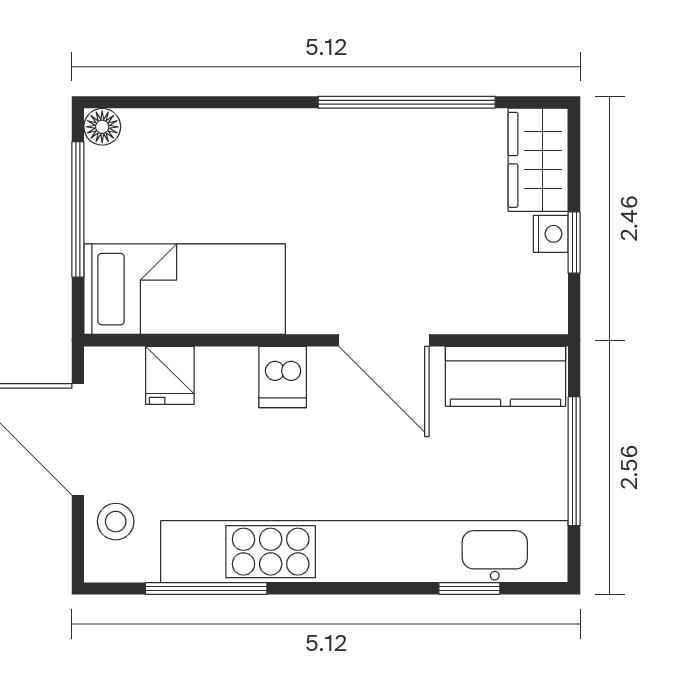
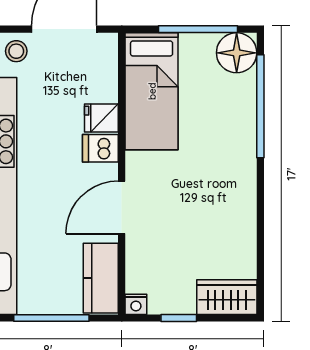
window: (407, 102) -> (260, 106), moved
floor lamp: (102, 127) -> (237, 53), width x1.89, depth x1.89
nightstand: (551, 234) -> (136, 304), moved
fridge: (170, 375) -> (101, 118), moved

